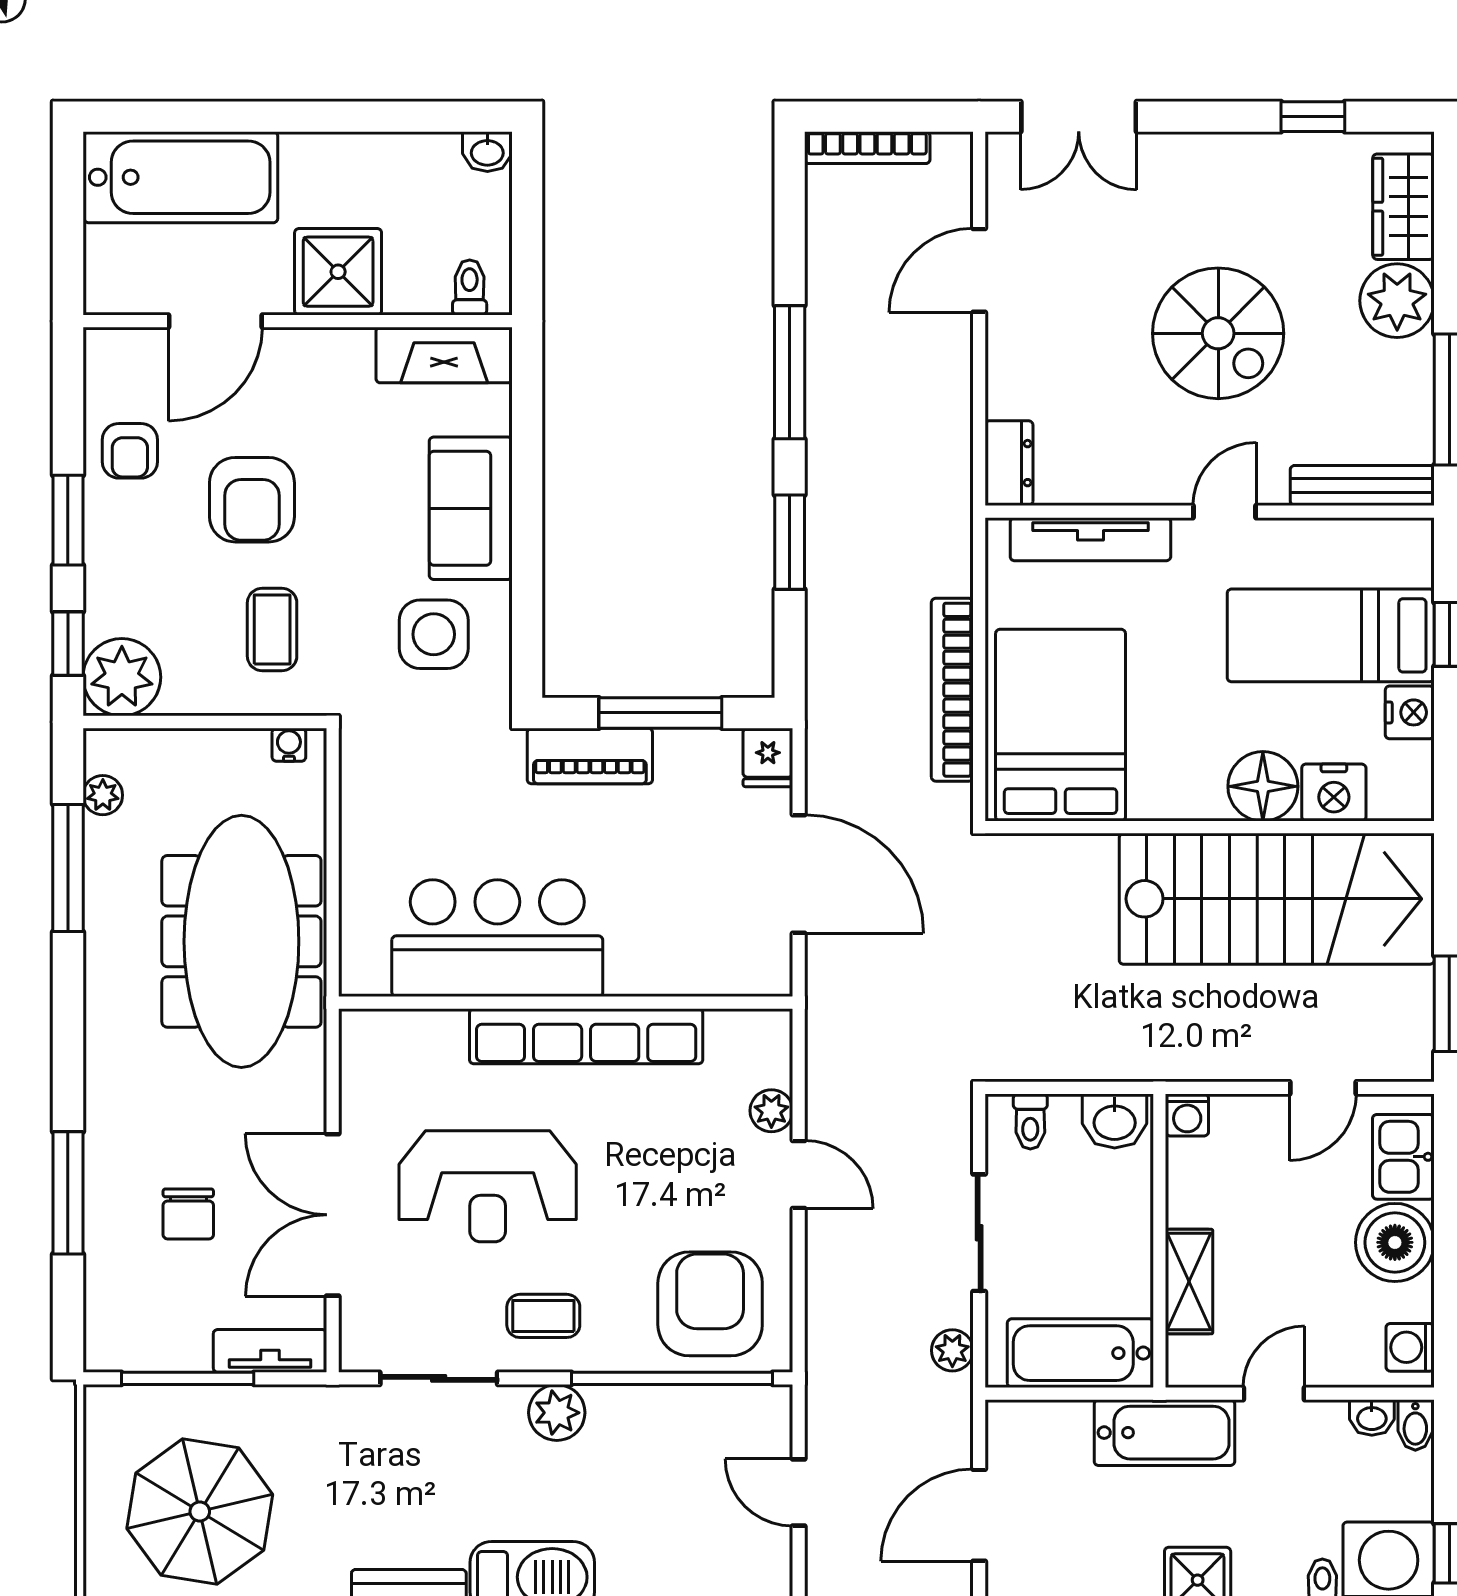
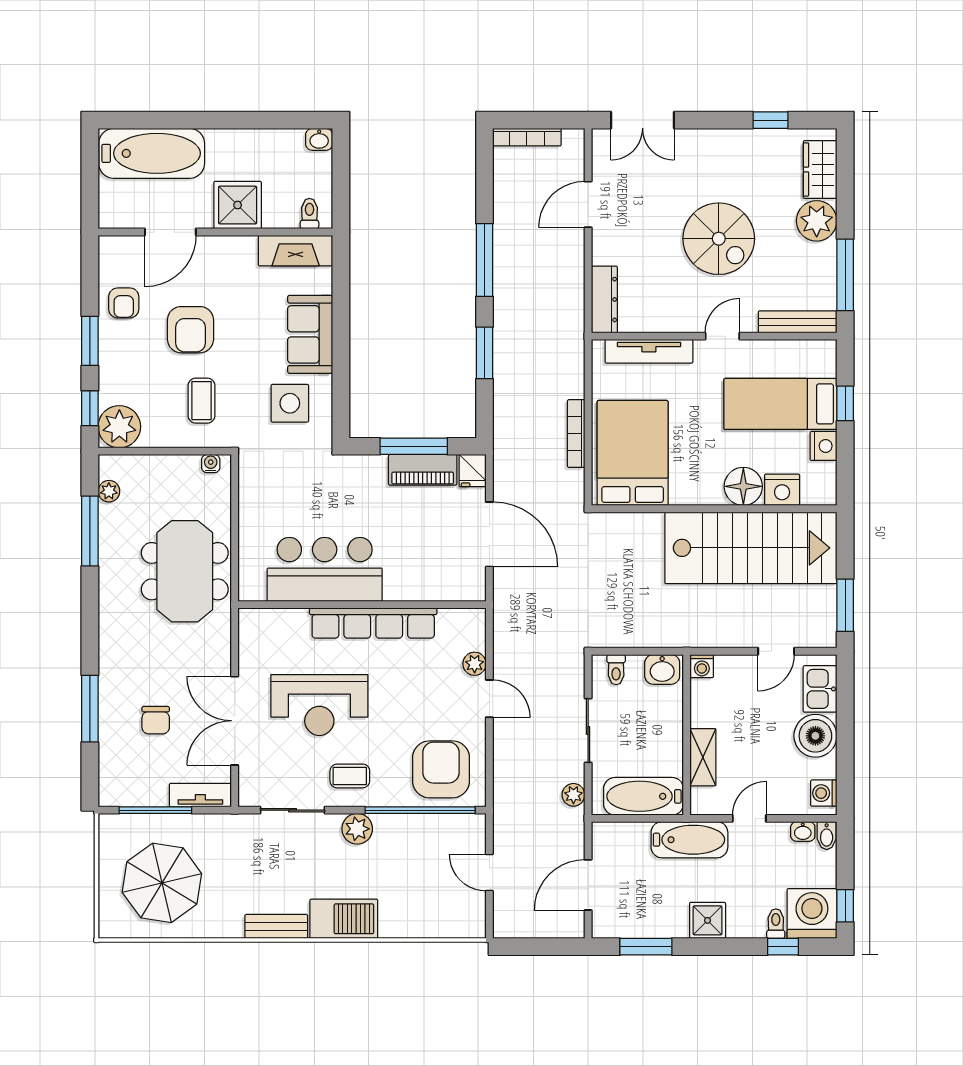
dresser: (1009, 463) -> (604, 300), width x1.44
bookcase: (952, 690) -> (576, 434), width x0.68, depth x0.76
piano: (590, 756) -> (423, 470), moved
meeting table: (241, 941) -> (185, 571), width x0.73

